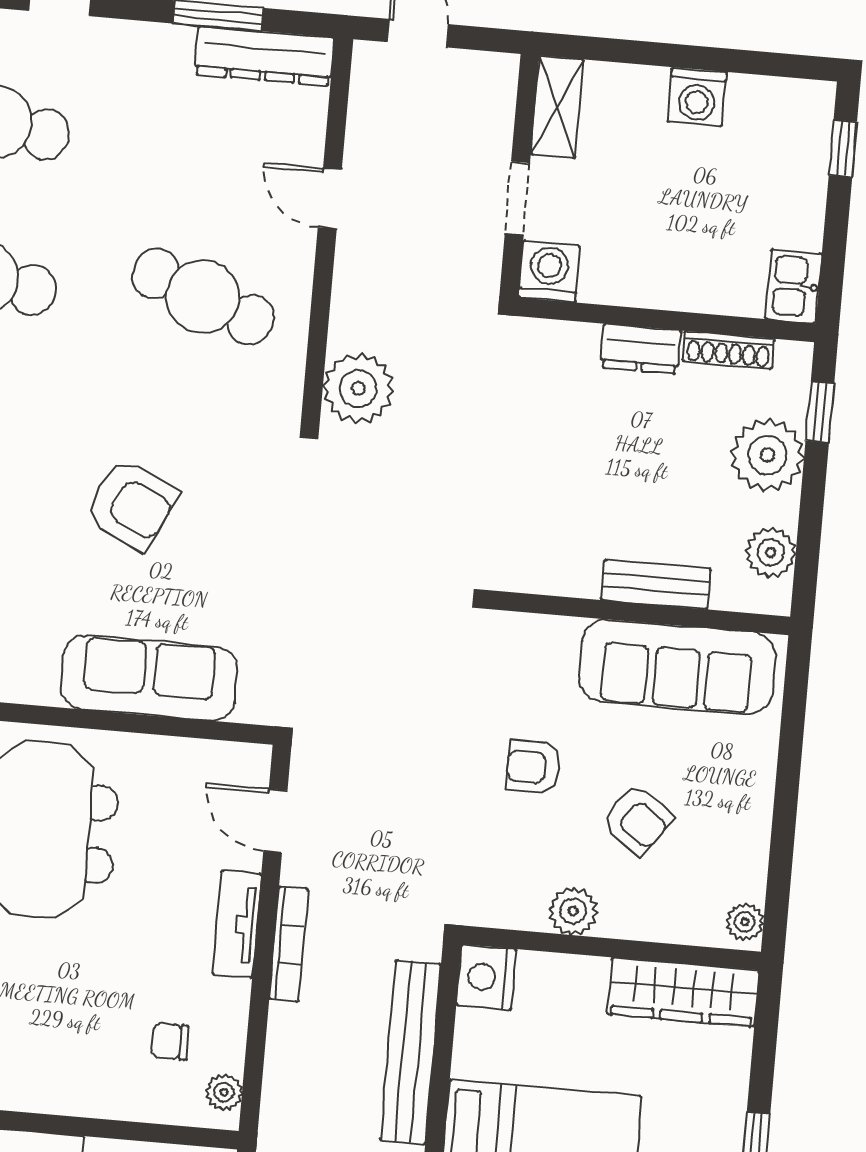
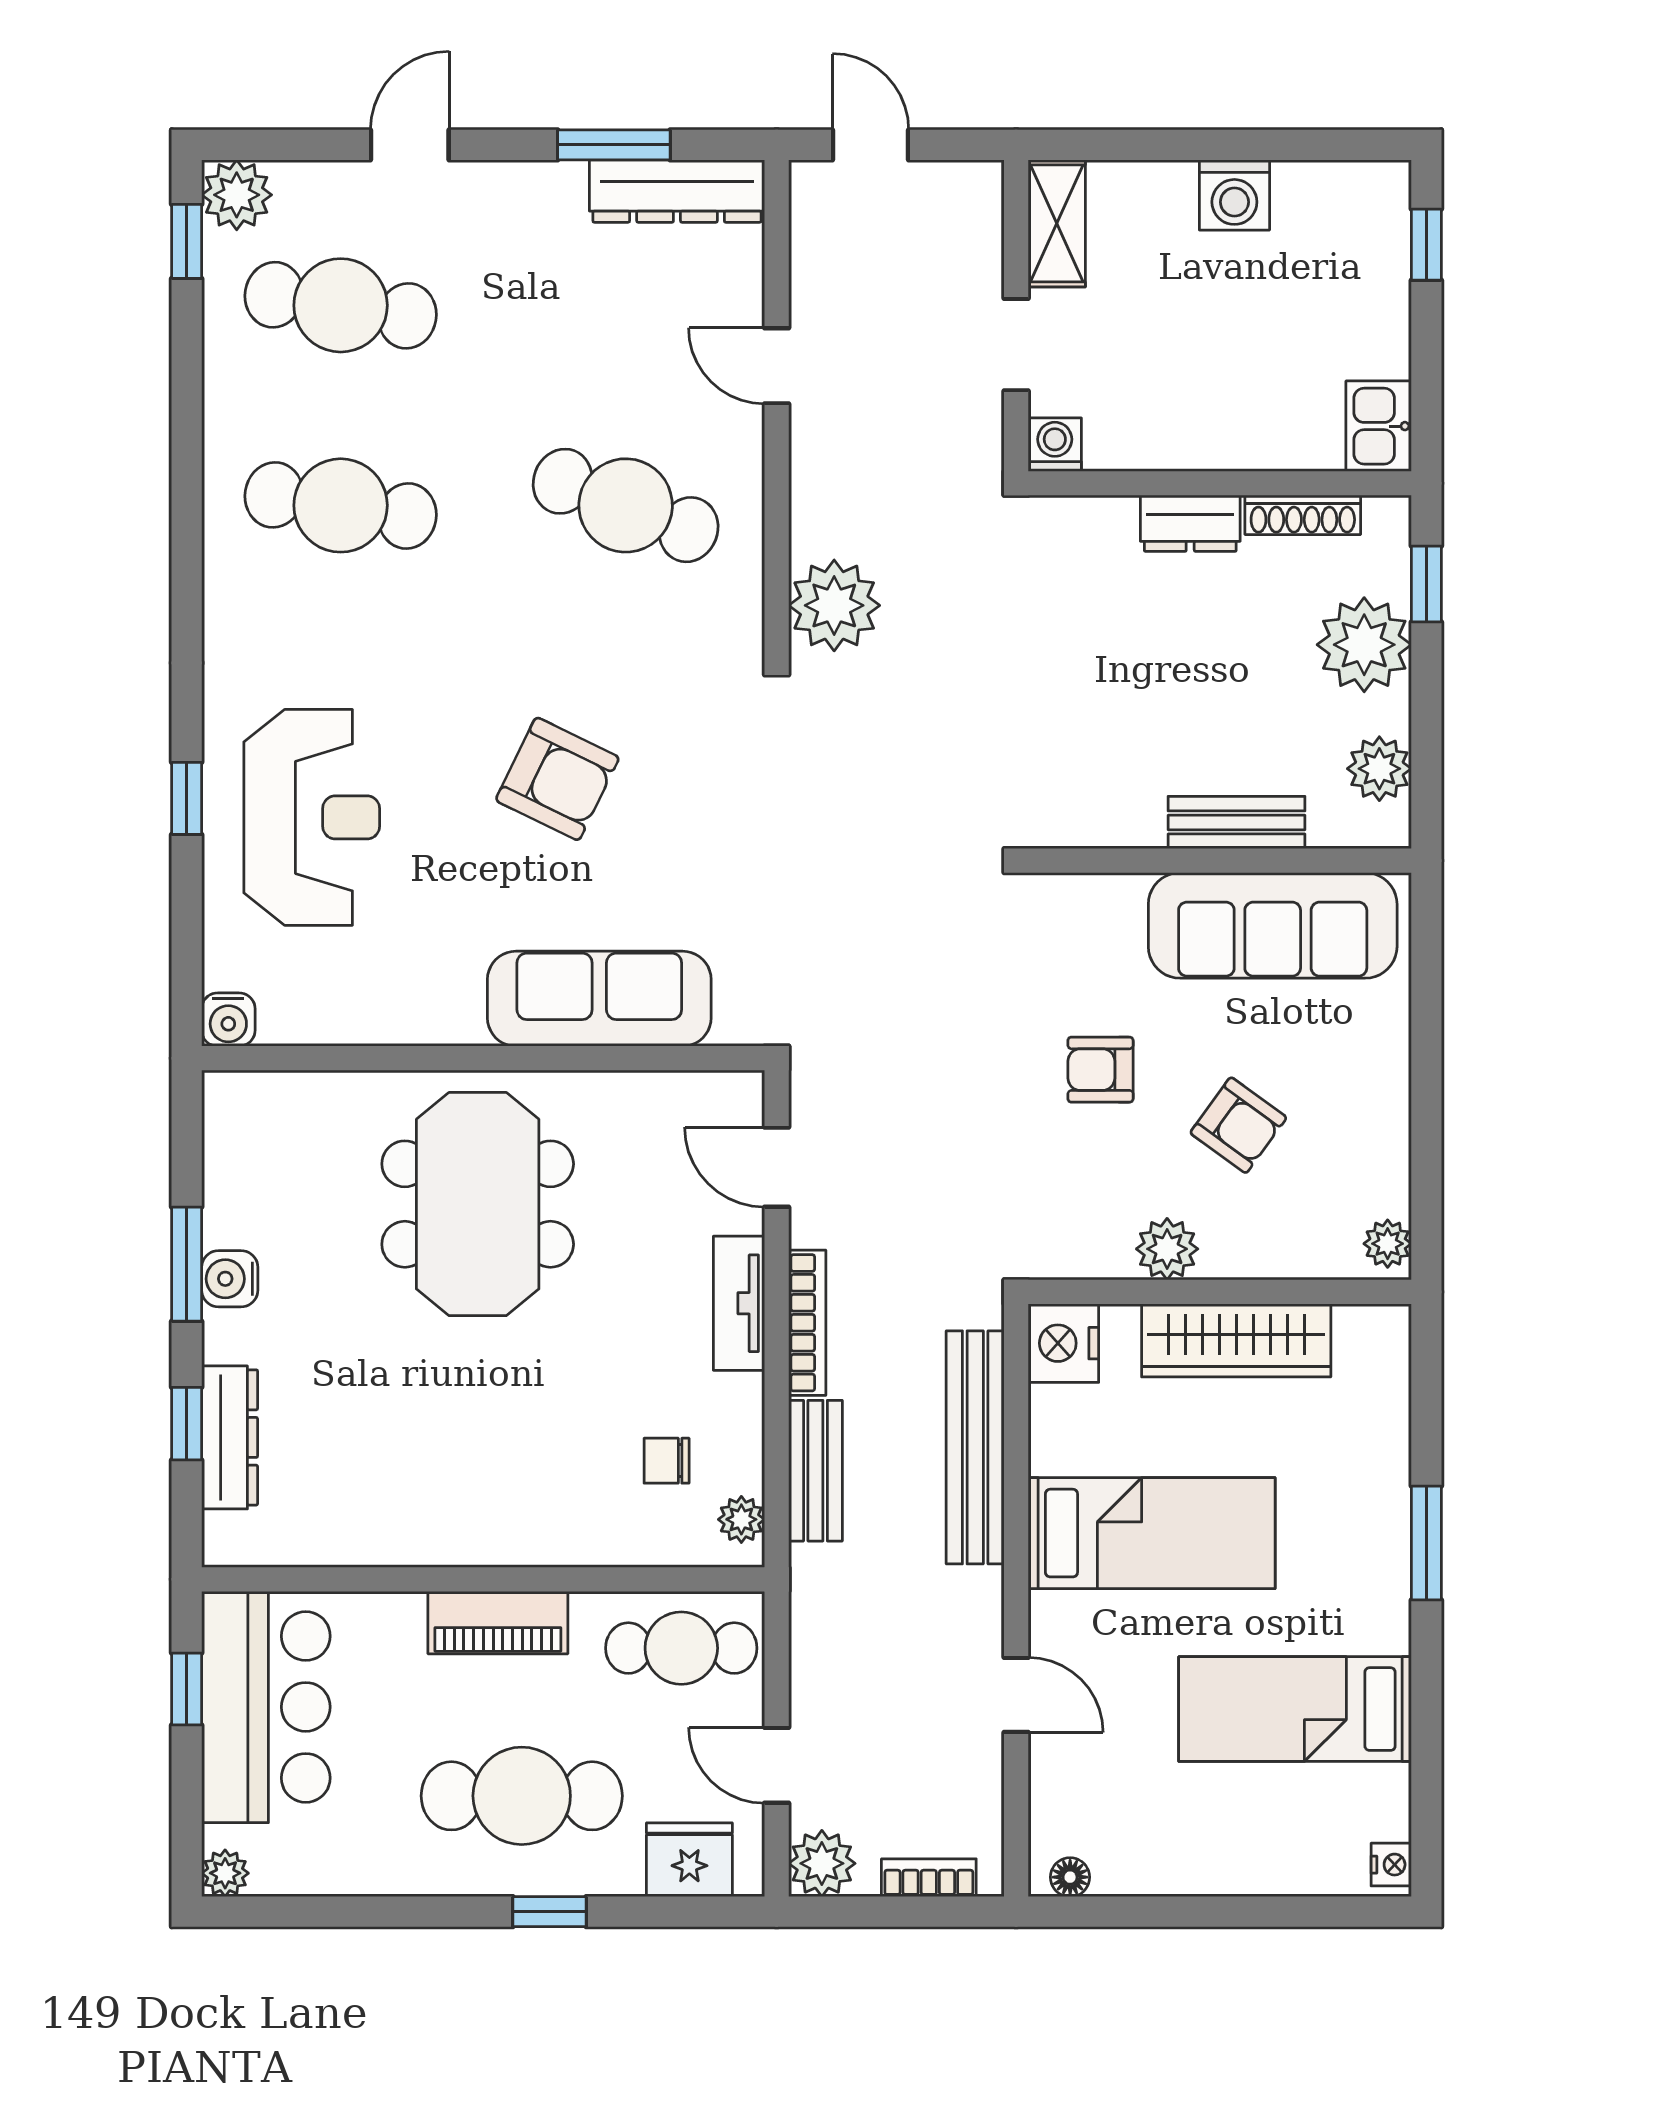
washing machine: (549, 271) -> (1055, 445), width x0.73, depth x0.73
wardrobe: (683, 992) -> (1236, 1340), moved
bench: (285, 1059) -> (815, 1471), added

